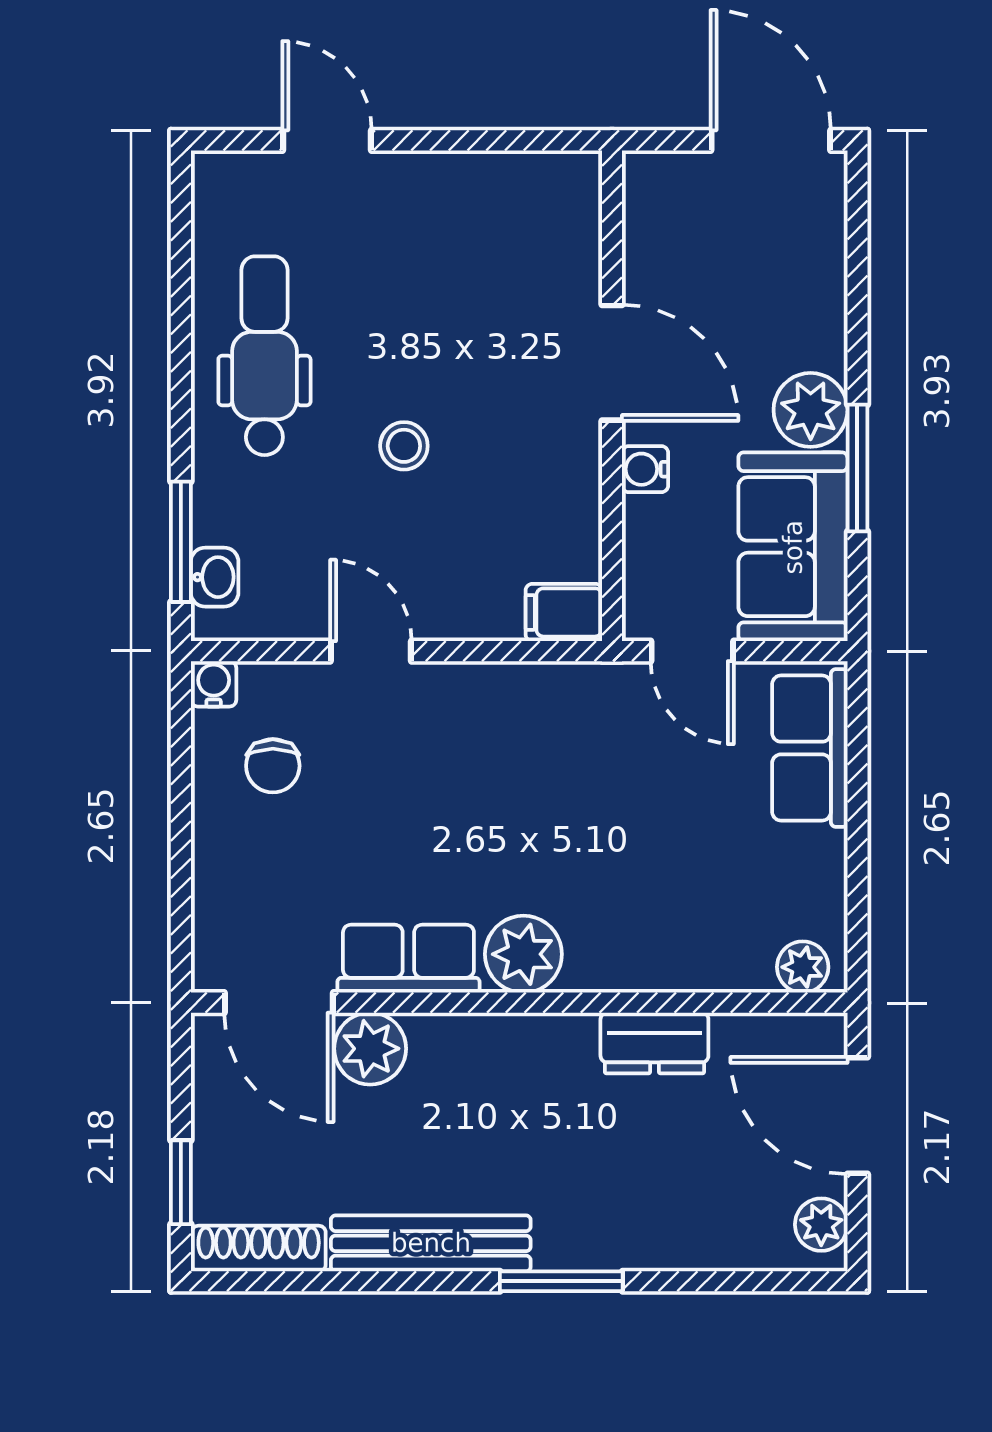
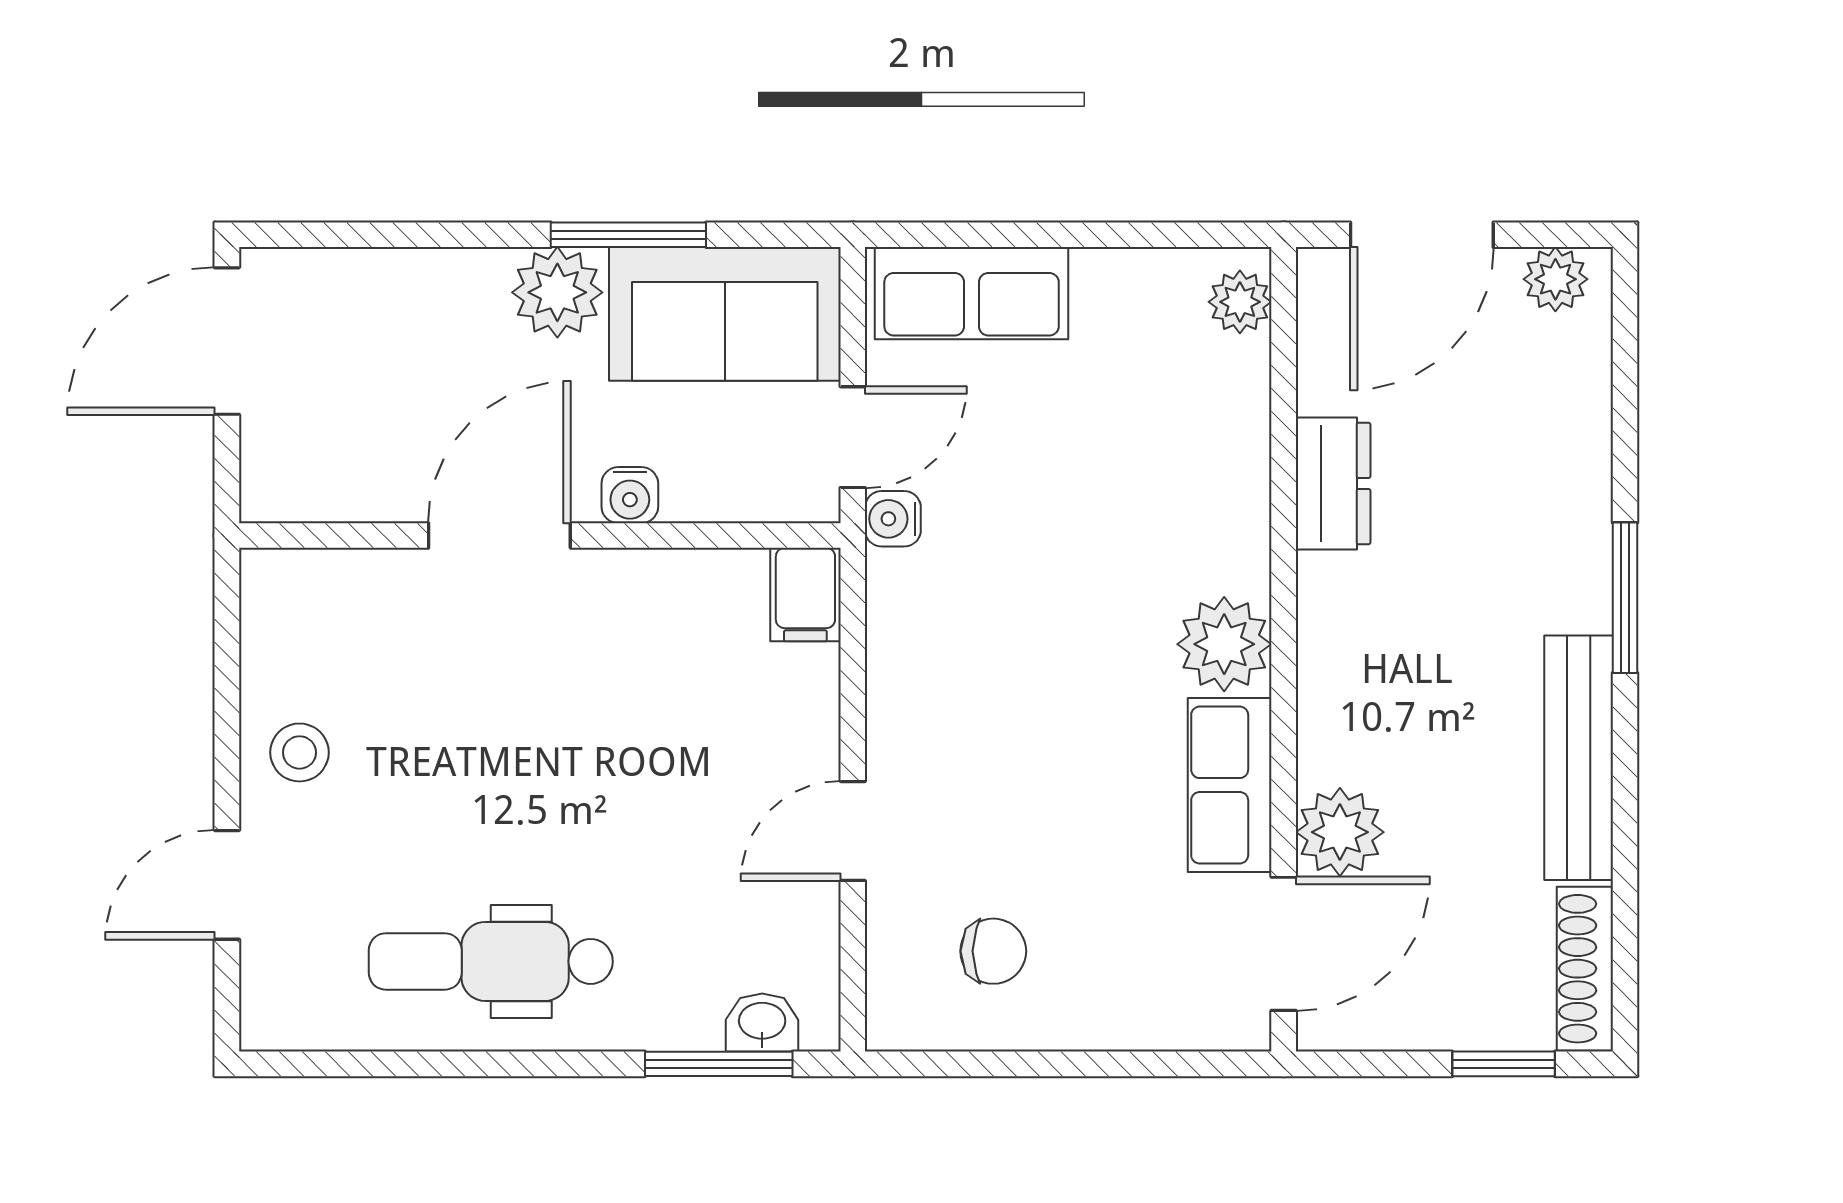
stool: (404, 446) -> (299, 752), moved
water cooler: (214, 684) -> (893, 519), moved

